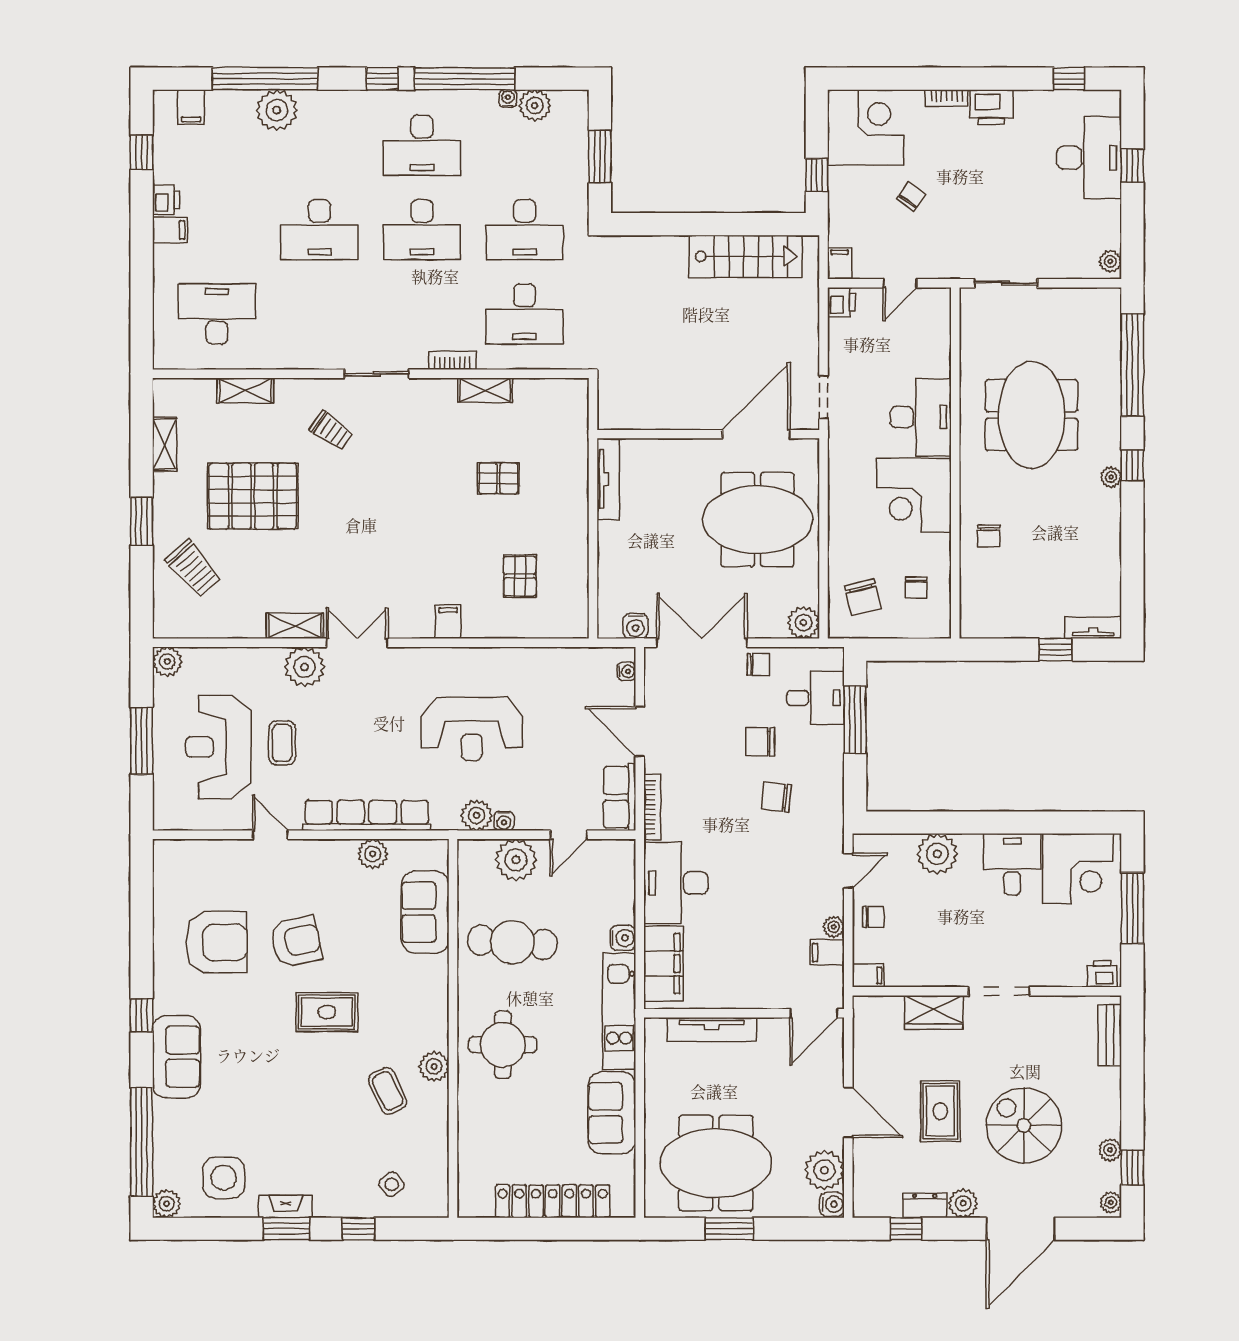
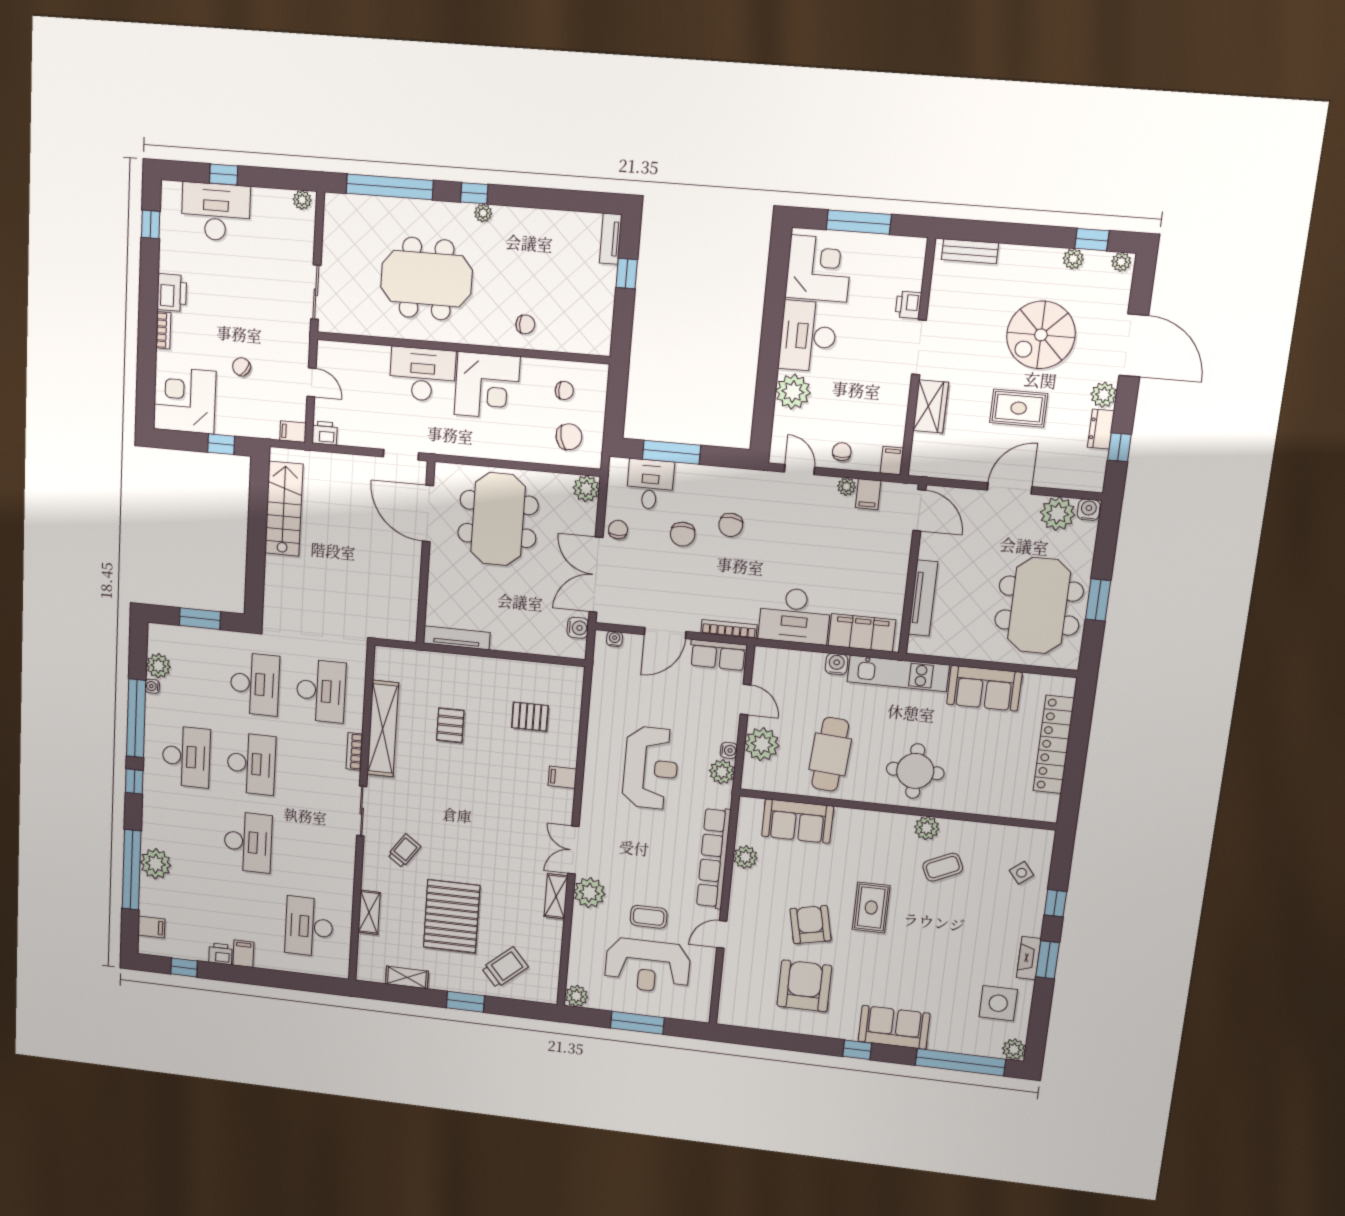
shelving: (485, 390) -> (383, 729), width x2.20, depth x1.33
desk: (1012, 864) -> (808, 336), width x1.37
printer: (1102, 974) -> (908, 305), moved

